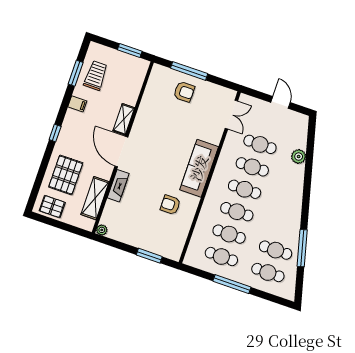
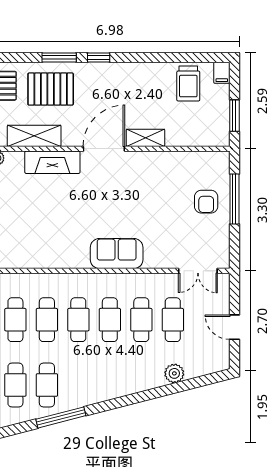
window: (76, 73) -> (59, 57), moved
trolley: (96, 76) -> (188, 84), turned 90
door: (280, 102) -> (234, 327), swing flipped
filing cabinet: (77, 104) -> (222, 73), moved
sofa: (199, 168) -> (117, 254), width x0.73
fireplace: (118, 186) -> (52, 162), width x1.37, depth x1.32
armchair: (170, 205) -> (58, 233), removed

